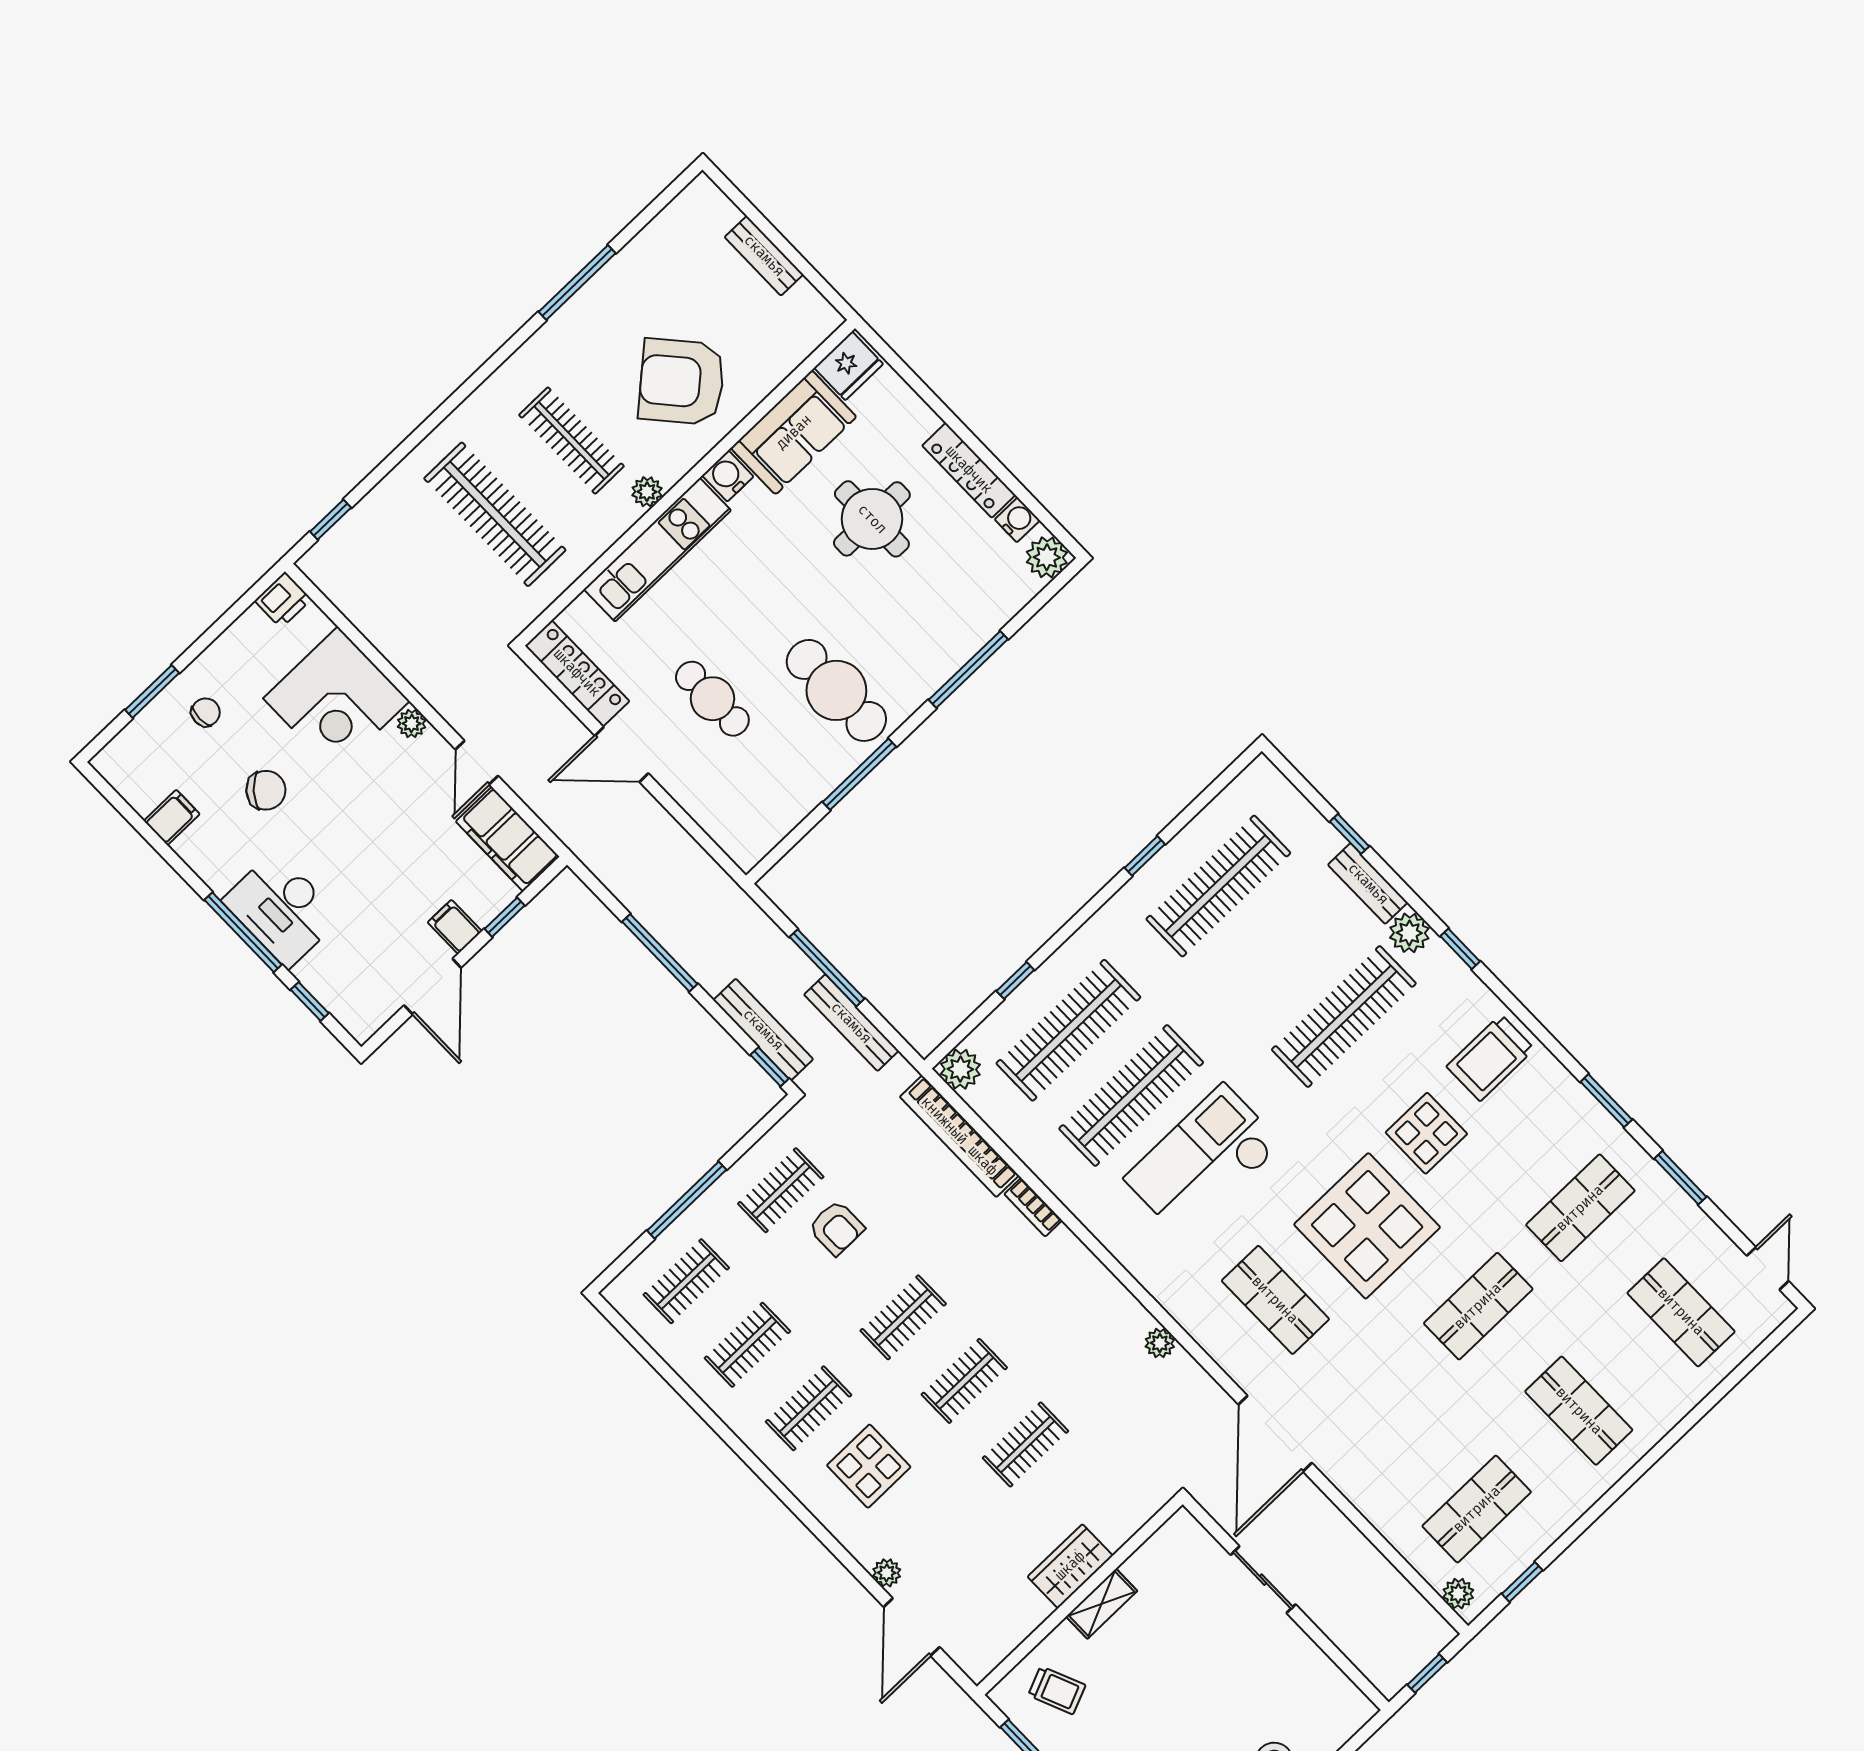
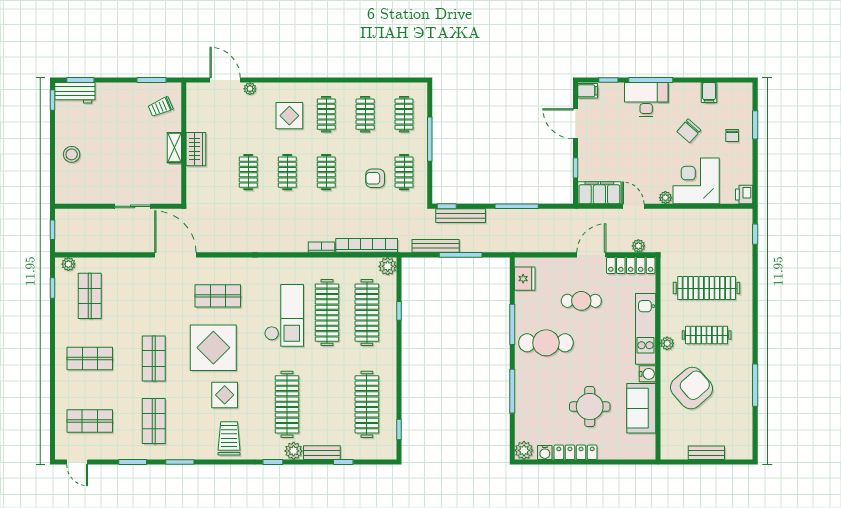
fridge: (849, 366) -> (525, 279), moved, turned 180
window: (1145, 856) -> (399, 429), moved
filing cabinet: (455, 927) -> (588, 91), moved
plant: (1160, 1343) -> (638, 246), moved

